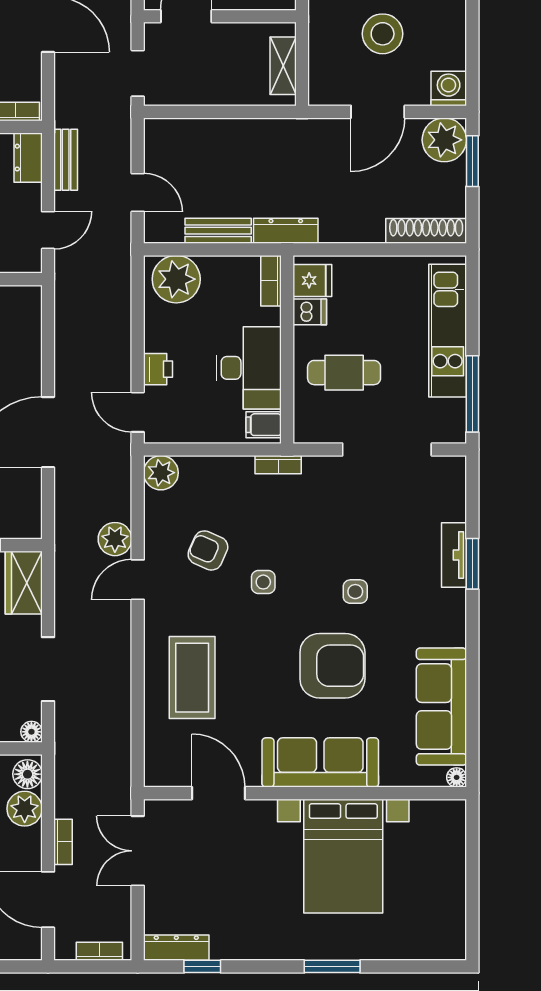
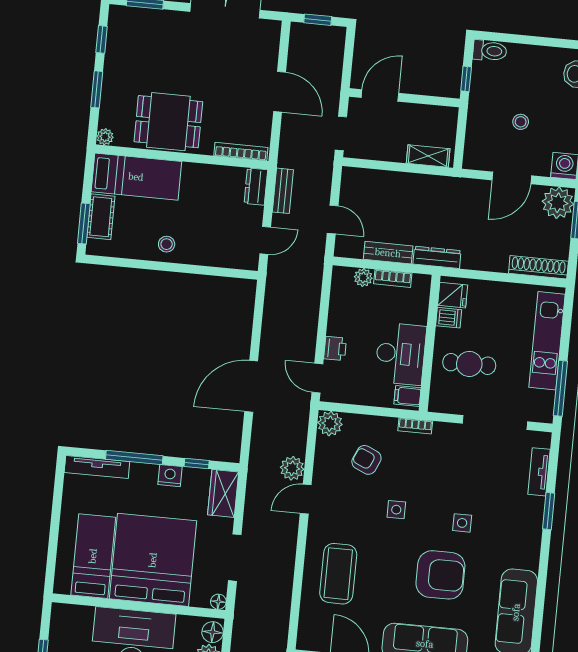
stool: (383, 34) -> (521, 122), width x0.53, depth x0.53
shelving: (283, 66) -> (428, 156), moved, turned 90
plant: (176, 279) -> (363, 277), width x0.53, depth x0.53
bookcase: (271, 281) -> (393, 278), moved, turned -90
armchair: (208, 550) -> (366, 460), moved
tv unit: (454, 555) -> (539, 472), moved

